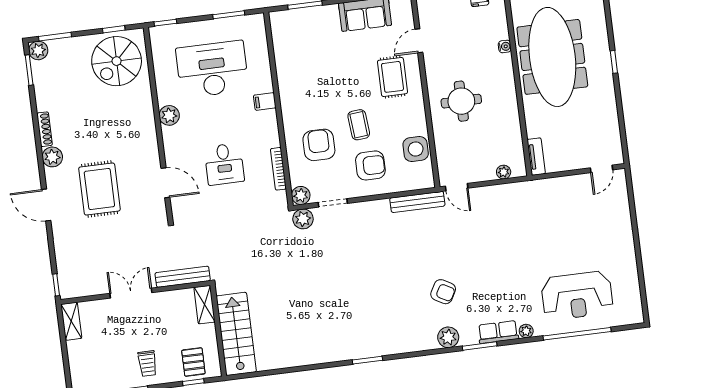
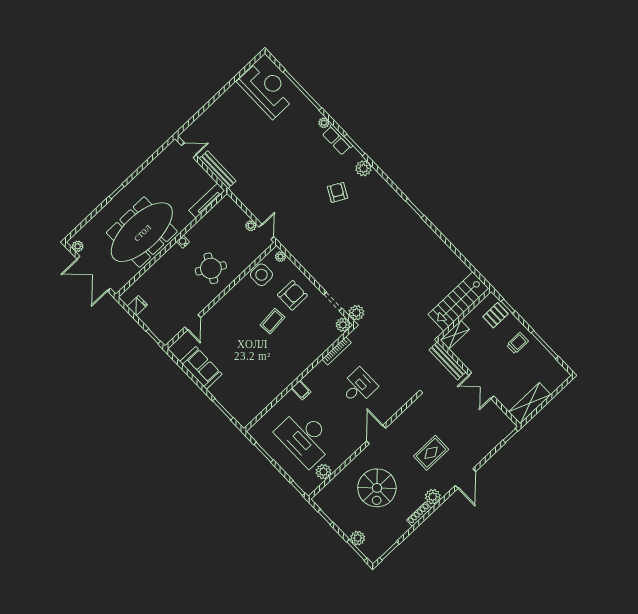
door: (419, 41) -> (193, 322), hinge flipped
water cooler: (505, 46) -> (183, 242), moved
plant: (38, 50) -> (358, 538), moved
spiral stairs: (117, 61) -> (377, 488), moved, turned 90
rug: (392, 77) -> (227, 322), removed
round table: (461, 101) -> (211, 268), turned 30
plant: (169, 115) -> (323, 472), moved
armchair: (319, 145) -> (303, 337), removed
tv unit: (536, 157) -> (207, 200), width x1.41
armchair: (370, 165) -> (292, 295), turned 90
plant: (504, 172) -> (251, 226), moved
door: (165, 183) -> (376, 435), moved
plant: (420, 183) -> (280, 257), added
rug: (99, 189) -> (431, 453), width x0.73, depth x0.70
bench: (417, 202) -> (218, 170), moved
reception desk: (577, 296) -> (267, 89), moved
shelving: (71, 321) -> (530, 403), width x1.50, depth x1.33

